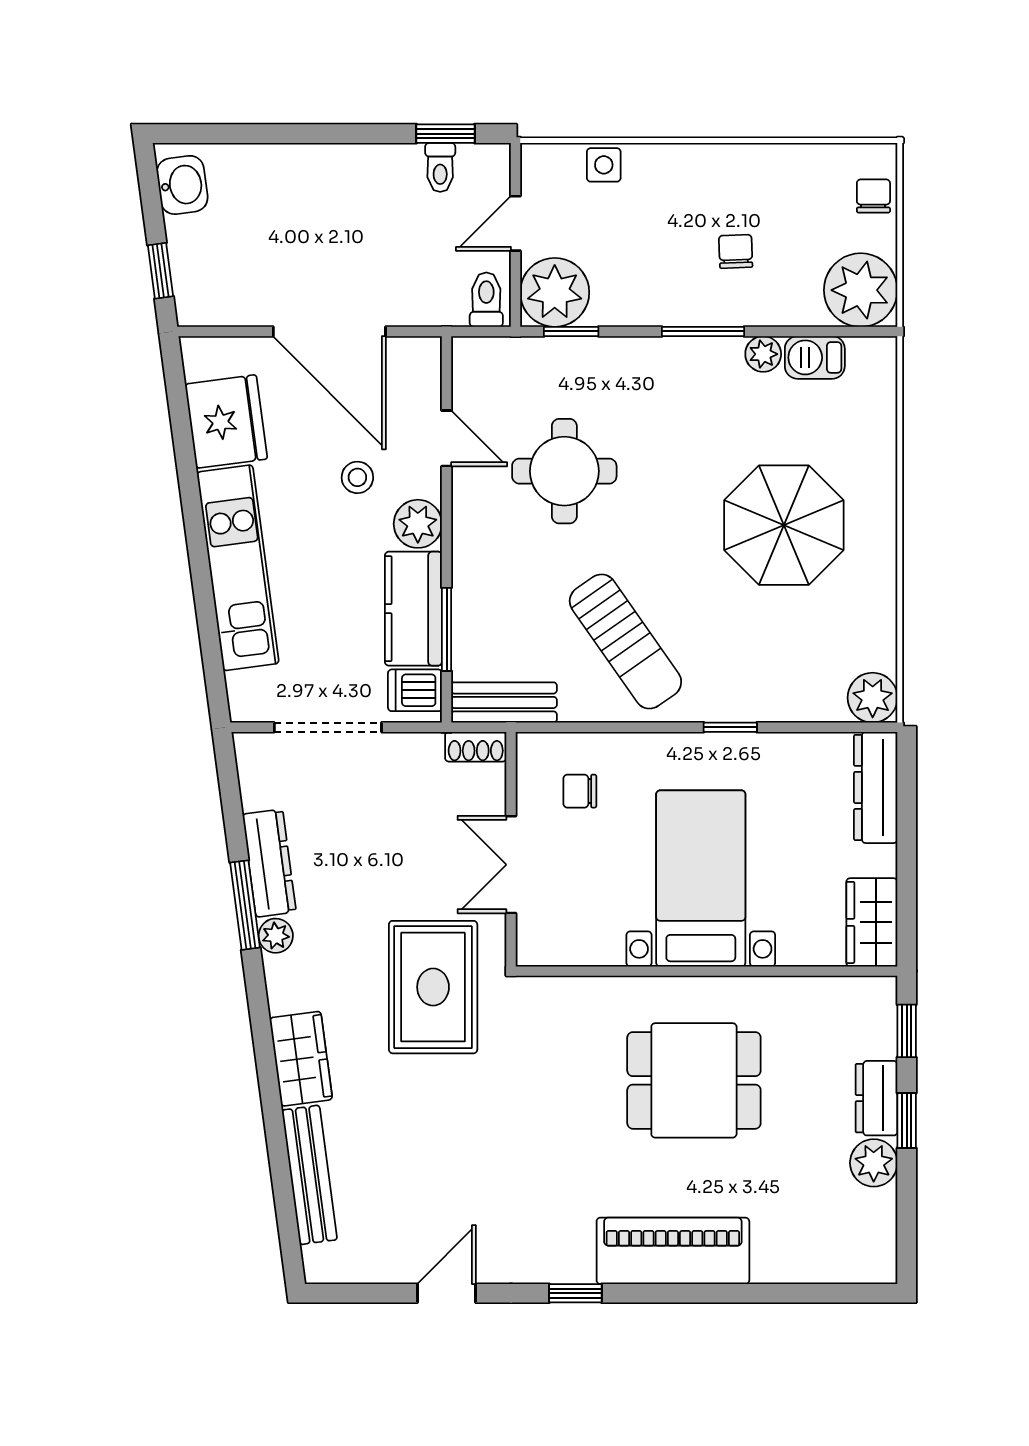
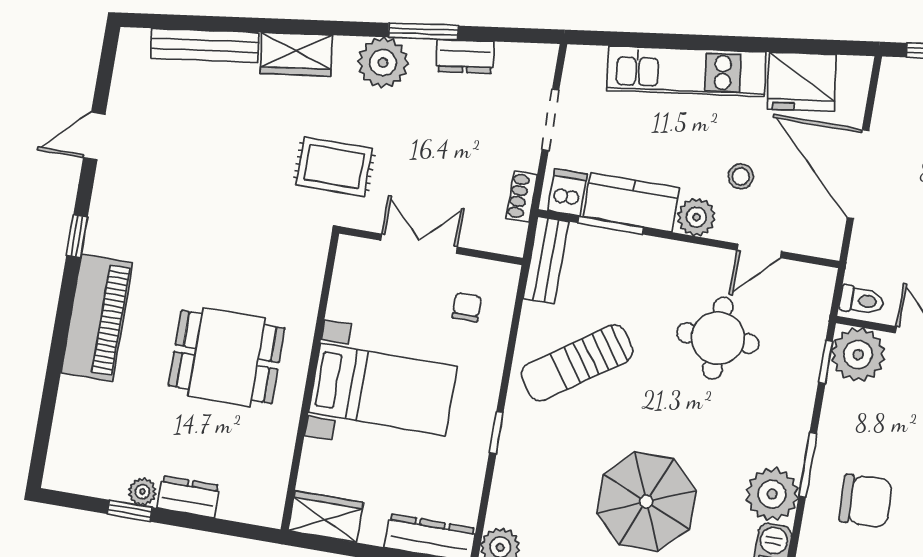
chair: (736, 251) -> (866, 501), width x1.87, depth x1.87
door: (329, 331) -> (858, 174), hinge flipped
plant: (763, 354) -> (772, 494), width x1.88, depth x1.88
doorway: (328, 727) -> (550, 120), width x0.73
shoe rack: (476, 747) -> (522, 197), moved
dresser: (269, 863) -> (465, 56), width x0.70
plant: (276, 936) -> (383, 63), width x1.88, depth x1.88
rug: (433, 987) -> (334, 167), width x0.73, depth x0.70
window: (907, 1031) -> (236, 529), removed
dining table: (694, 1080) -> (227, 357), turned 90
window: (907, 1120) -> (130, 511), moved
plant: (874, 1163) -> (142, 492), width x0.73, depth x0.73
door: (446, 1293) -> (94, 136), swing flipped

